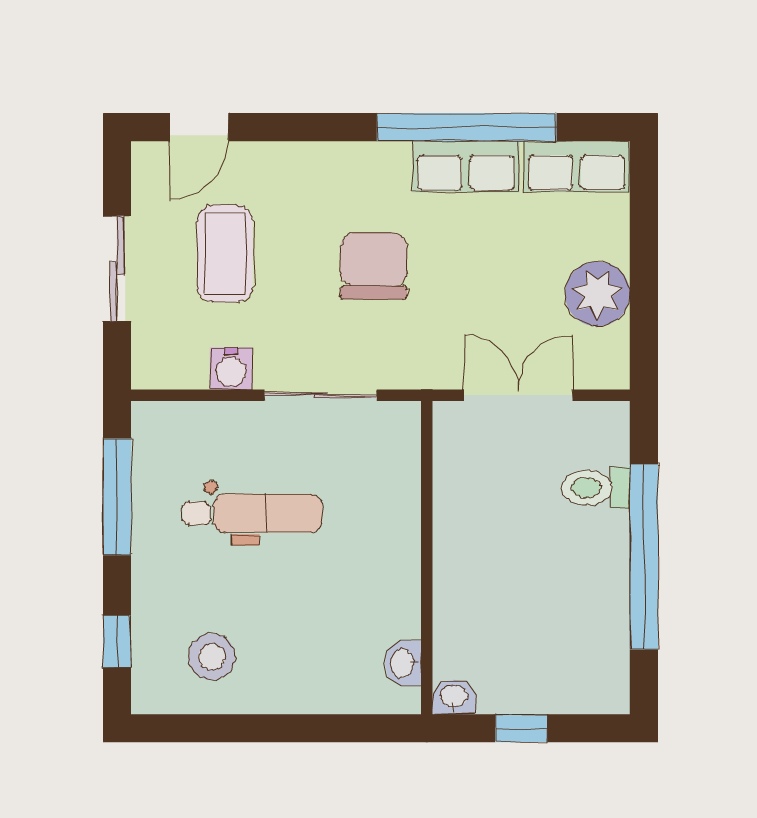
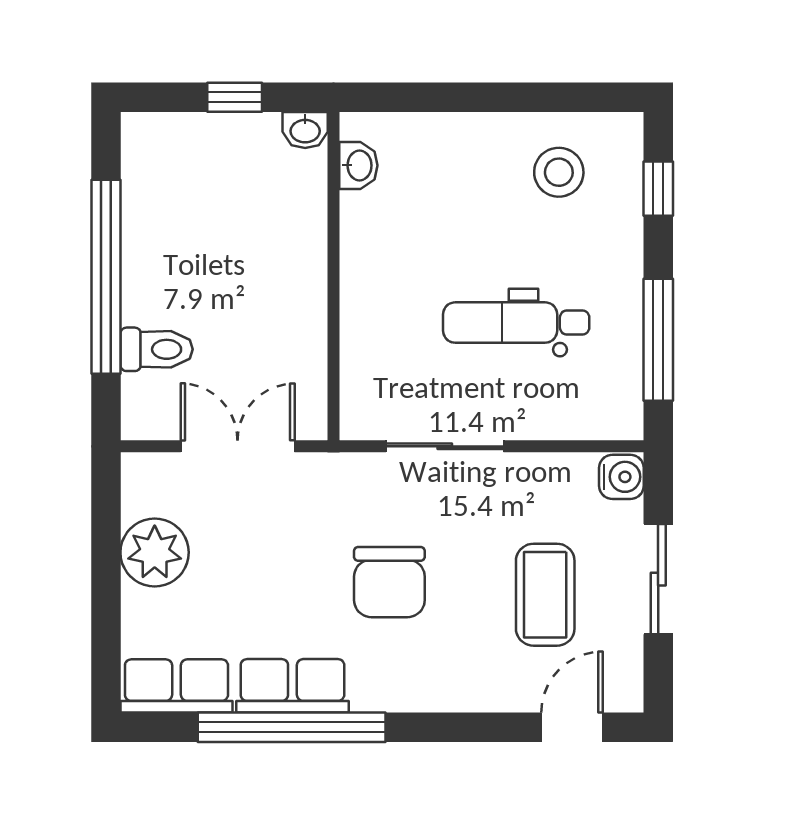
water cooler: (231, 368) -> (621, 477), moved, turned 90
double door: (518, 395) -> (238, 446), swing flipped

